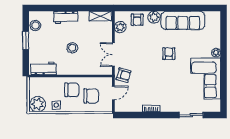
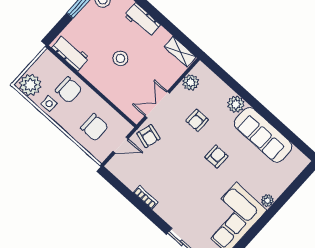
armchair: (137, 20) -> (197, 120), moved
chair: (72, 90) -> (69, 90), moved

